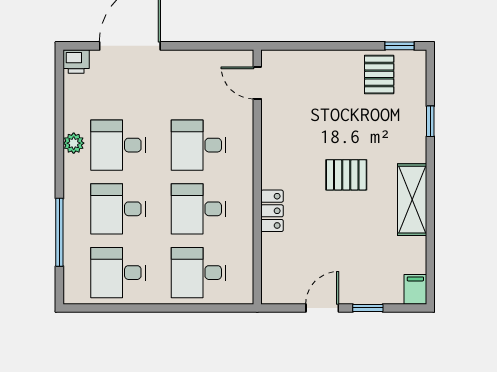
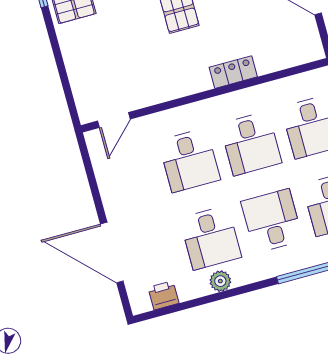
printer: (76, 61) -> (163, 295), moved, turned -90
desk: (118, 209) -> (272, 221), turned 180

